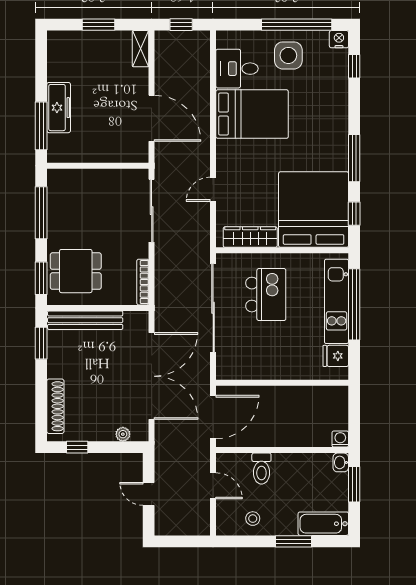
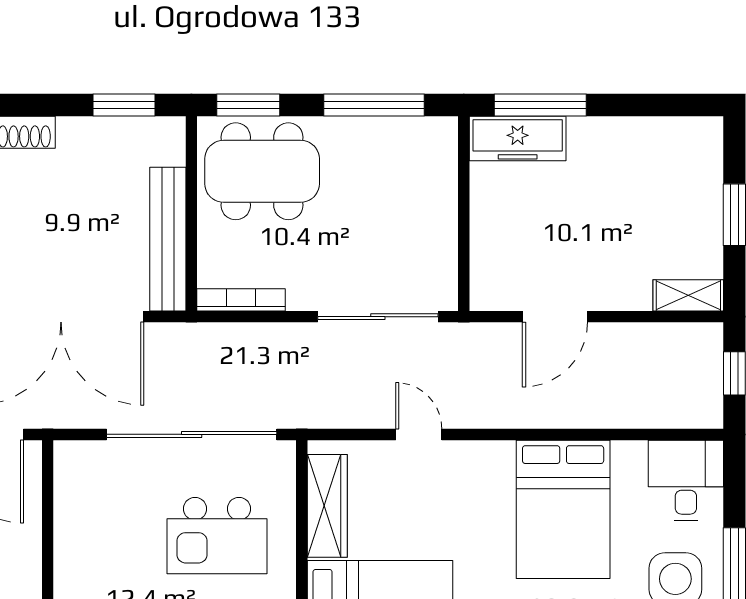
desk: (237, 69) -> (686, 480), moved
freezer: (59, 108) -> (518, 138), moved
door: (152, 118) -> (555, 317), width x0.73
dining table: (76, 271) -> (262, 171), width x1.37
bench: (85, 320) -> (168, 239), moved

